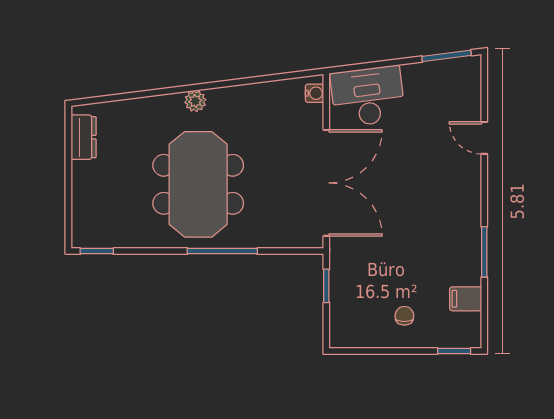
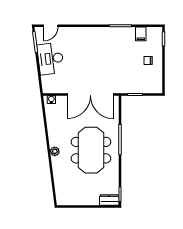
desk: (368, 96) -> (50, 59), moved
dresser: (84, 137) -> (109, 200), moved
door: (484, 138) -> (51, 26), moved
double door: (326, 183) -> (90, 94), swing flipped
meeting table: (198, 184) -> (91, 150), turned 90

